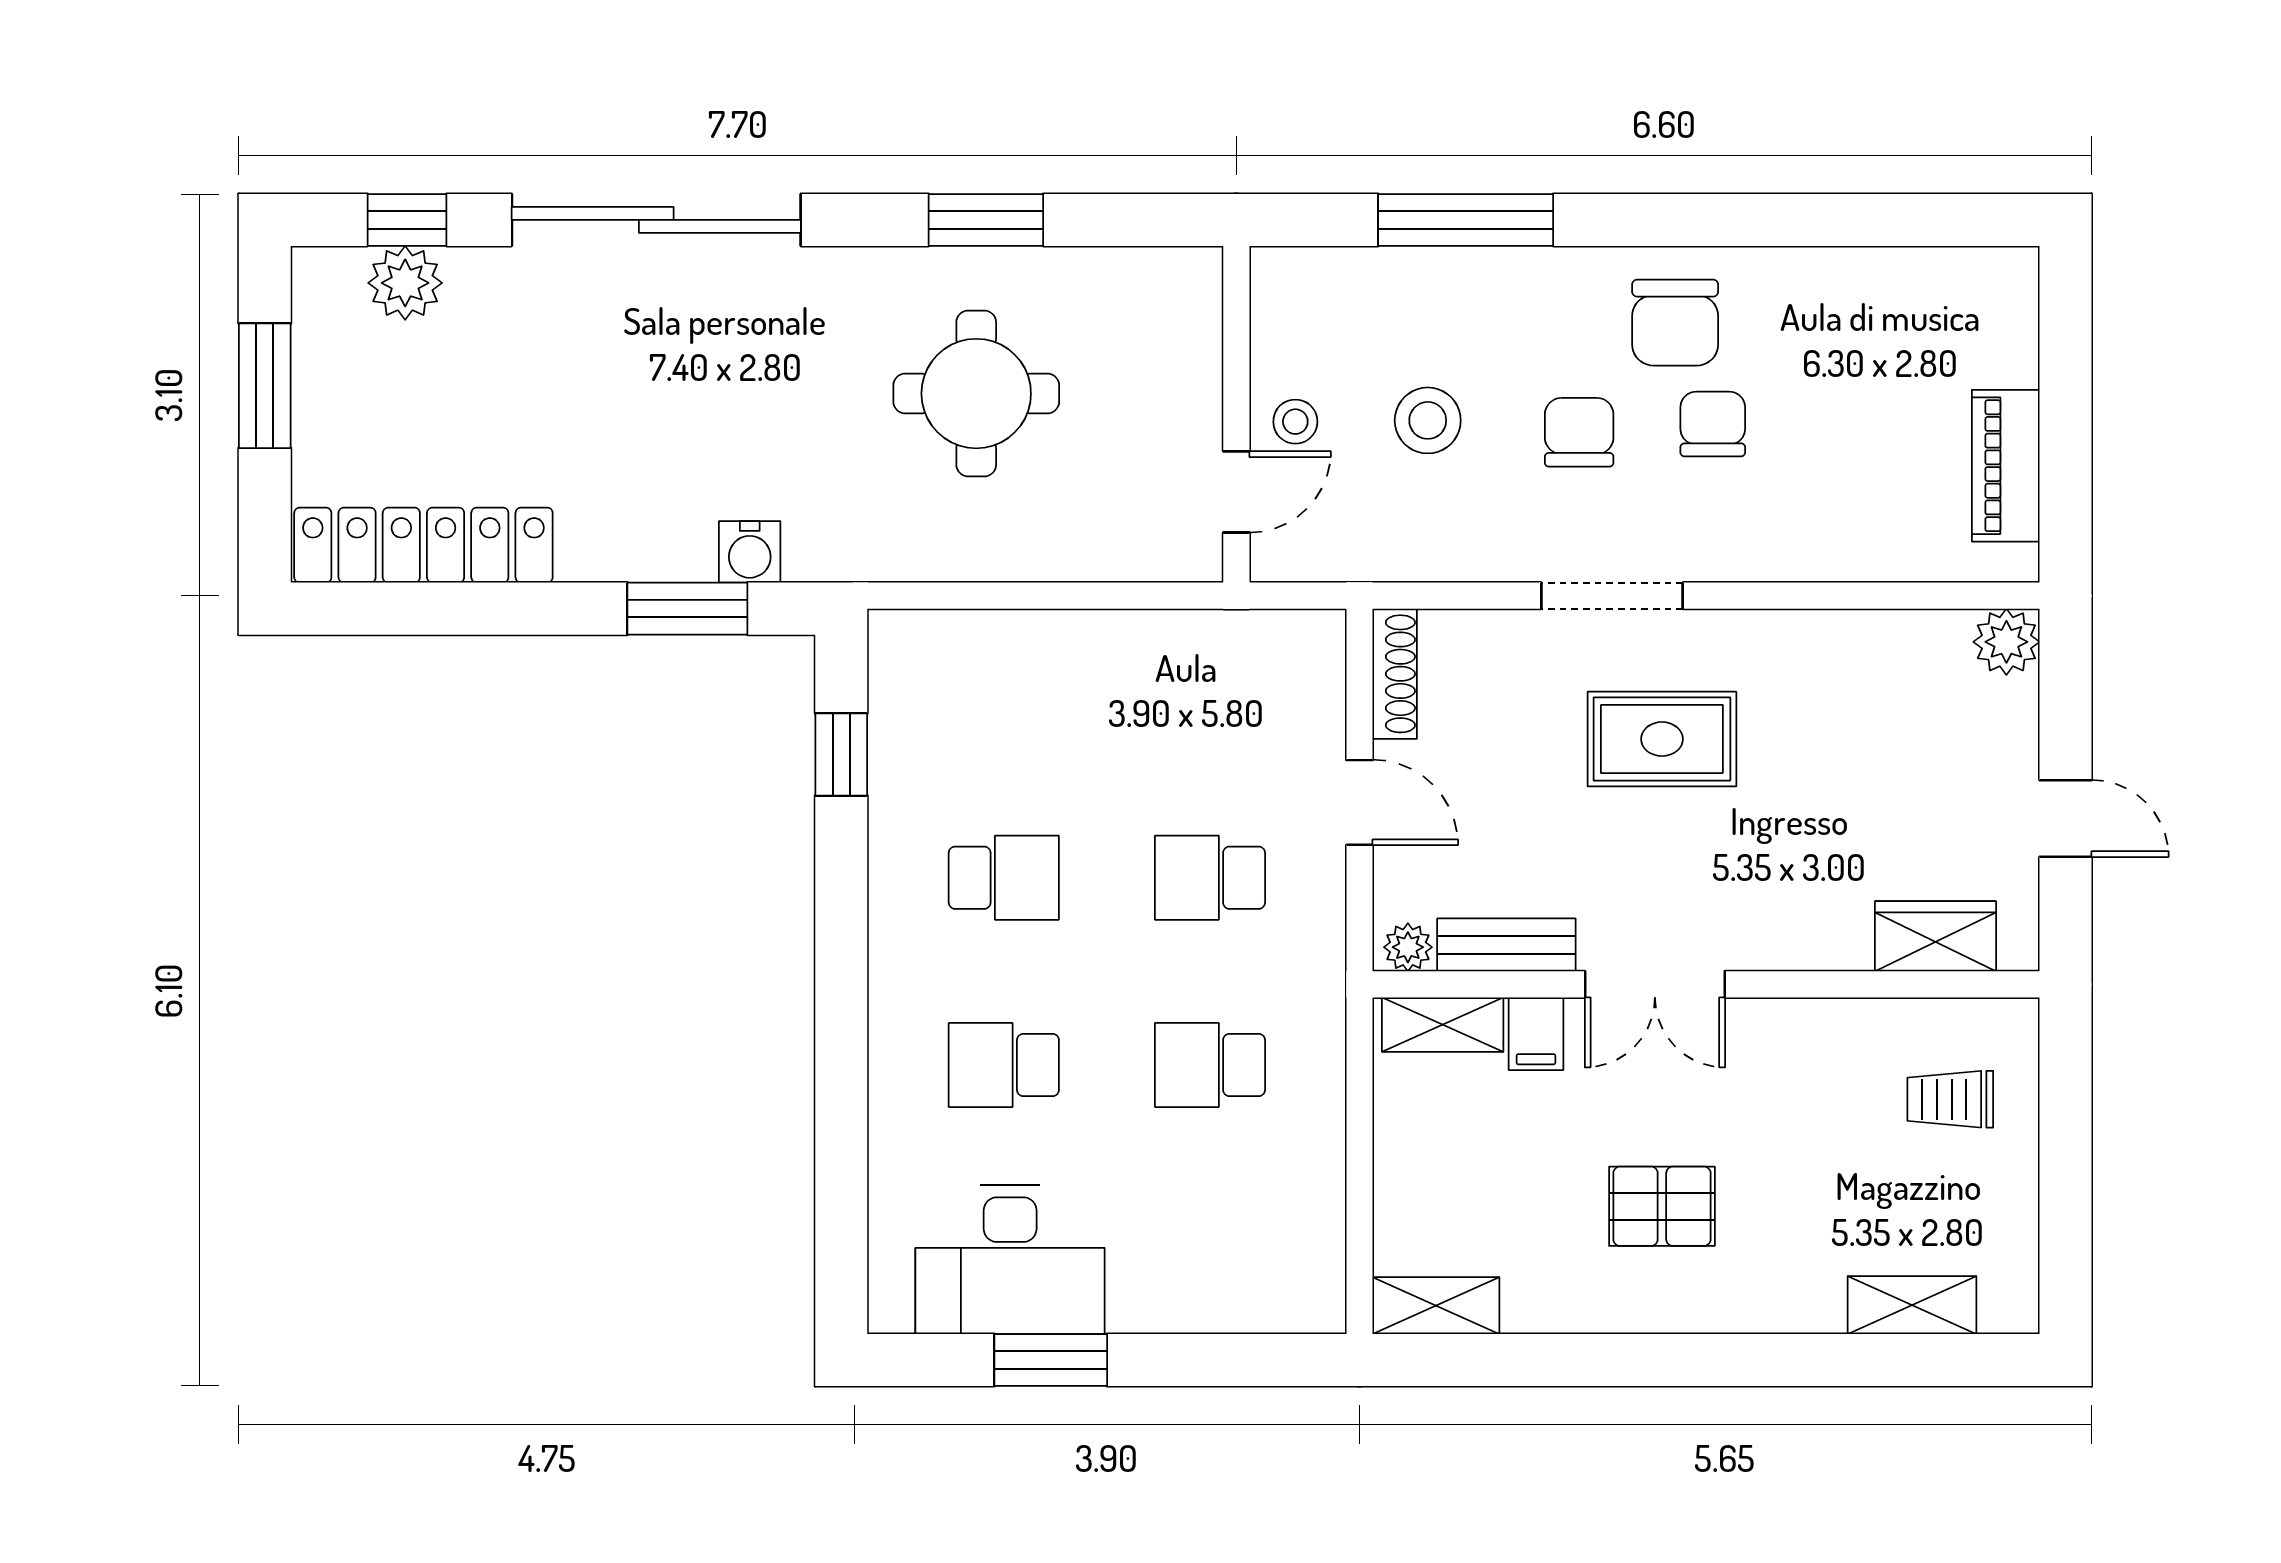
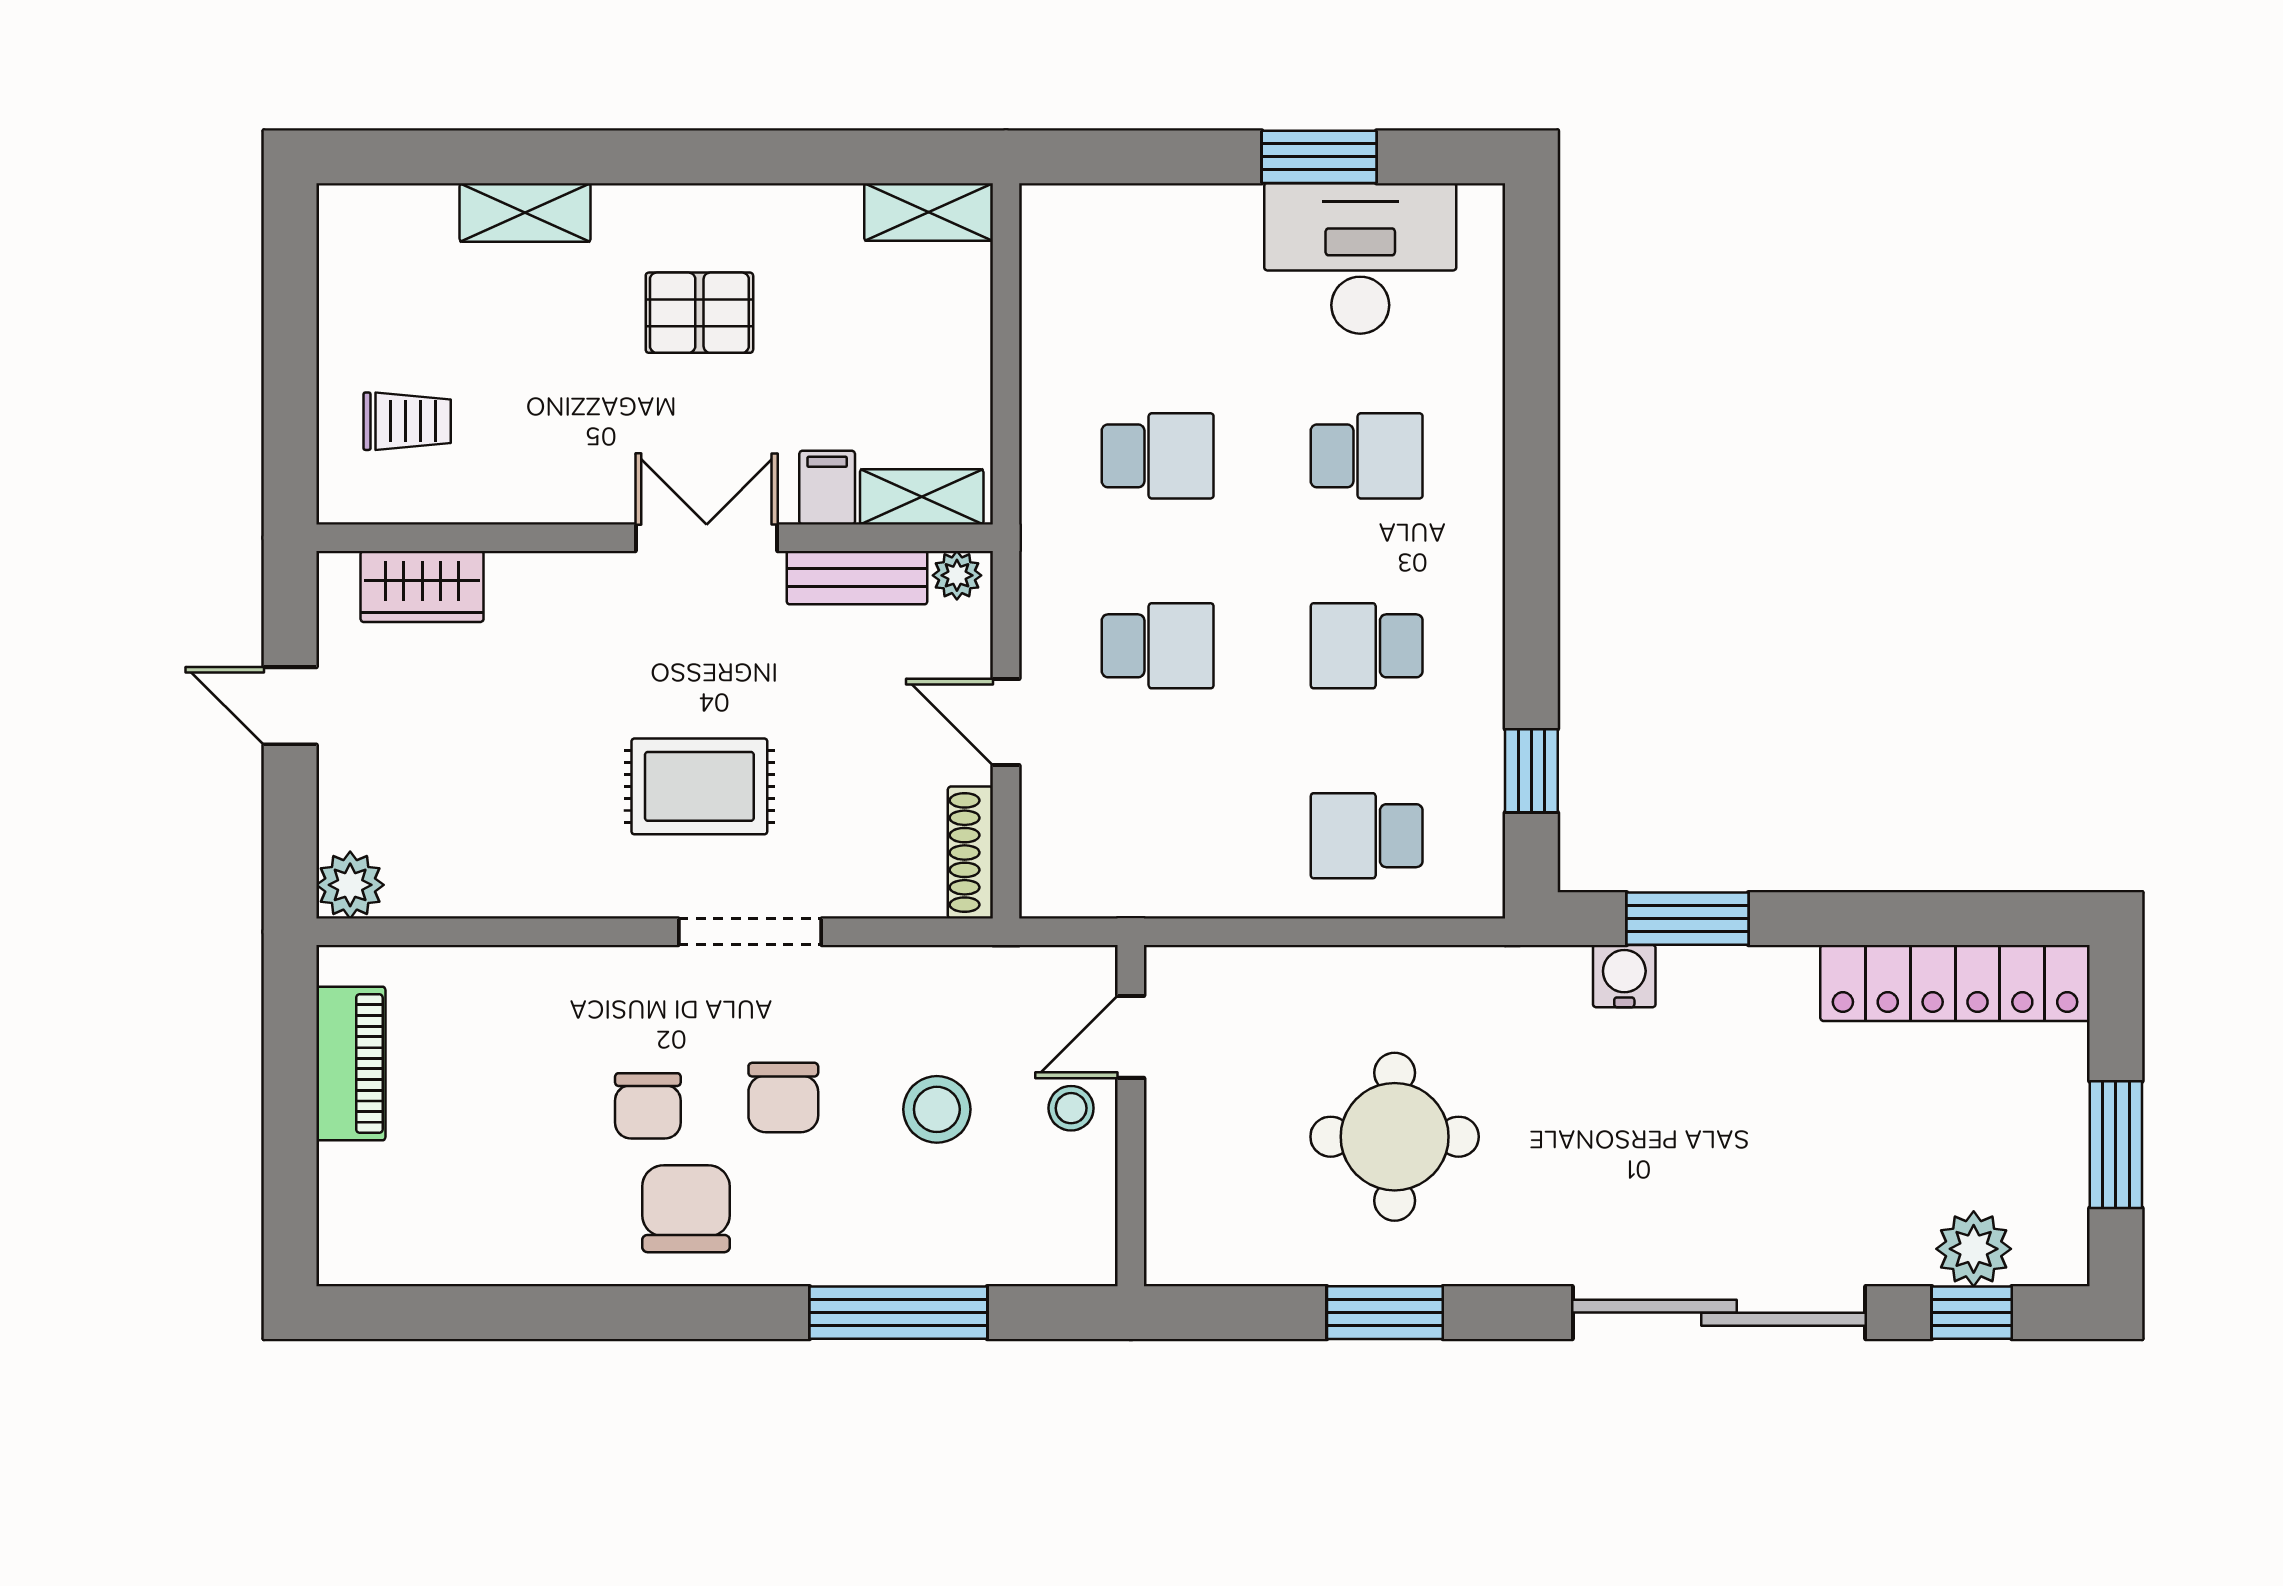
school desk: (1004, 690) -> (1367, 836), added
shelving: (1912, 1305) -> (525, 212), moved

